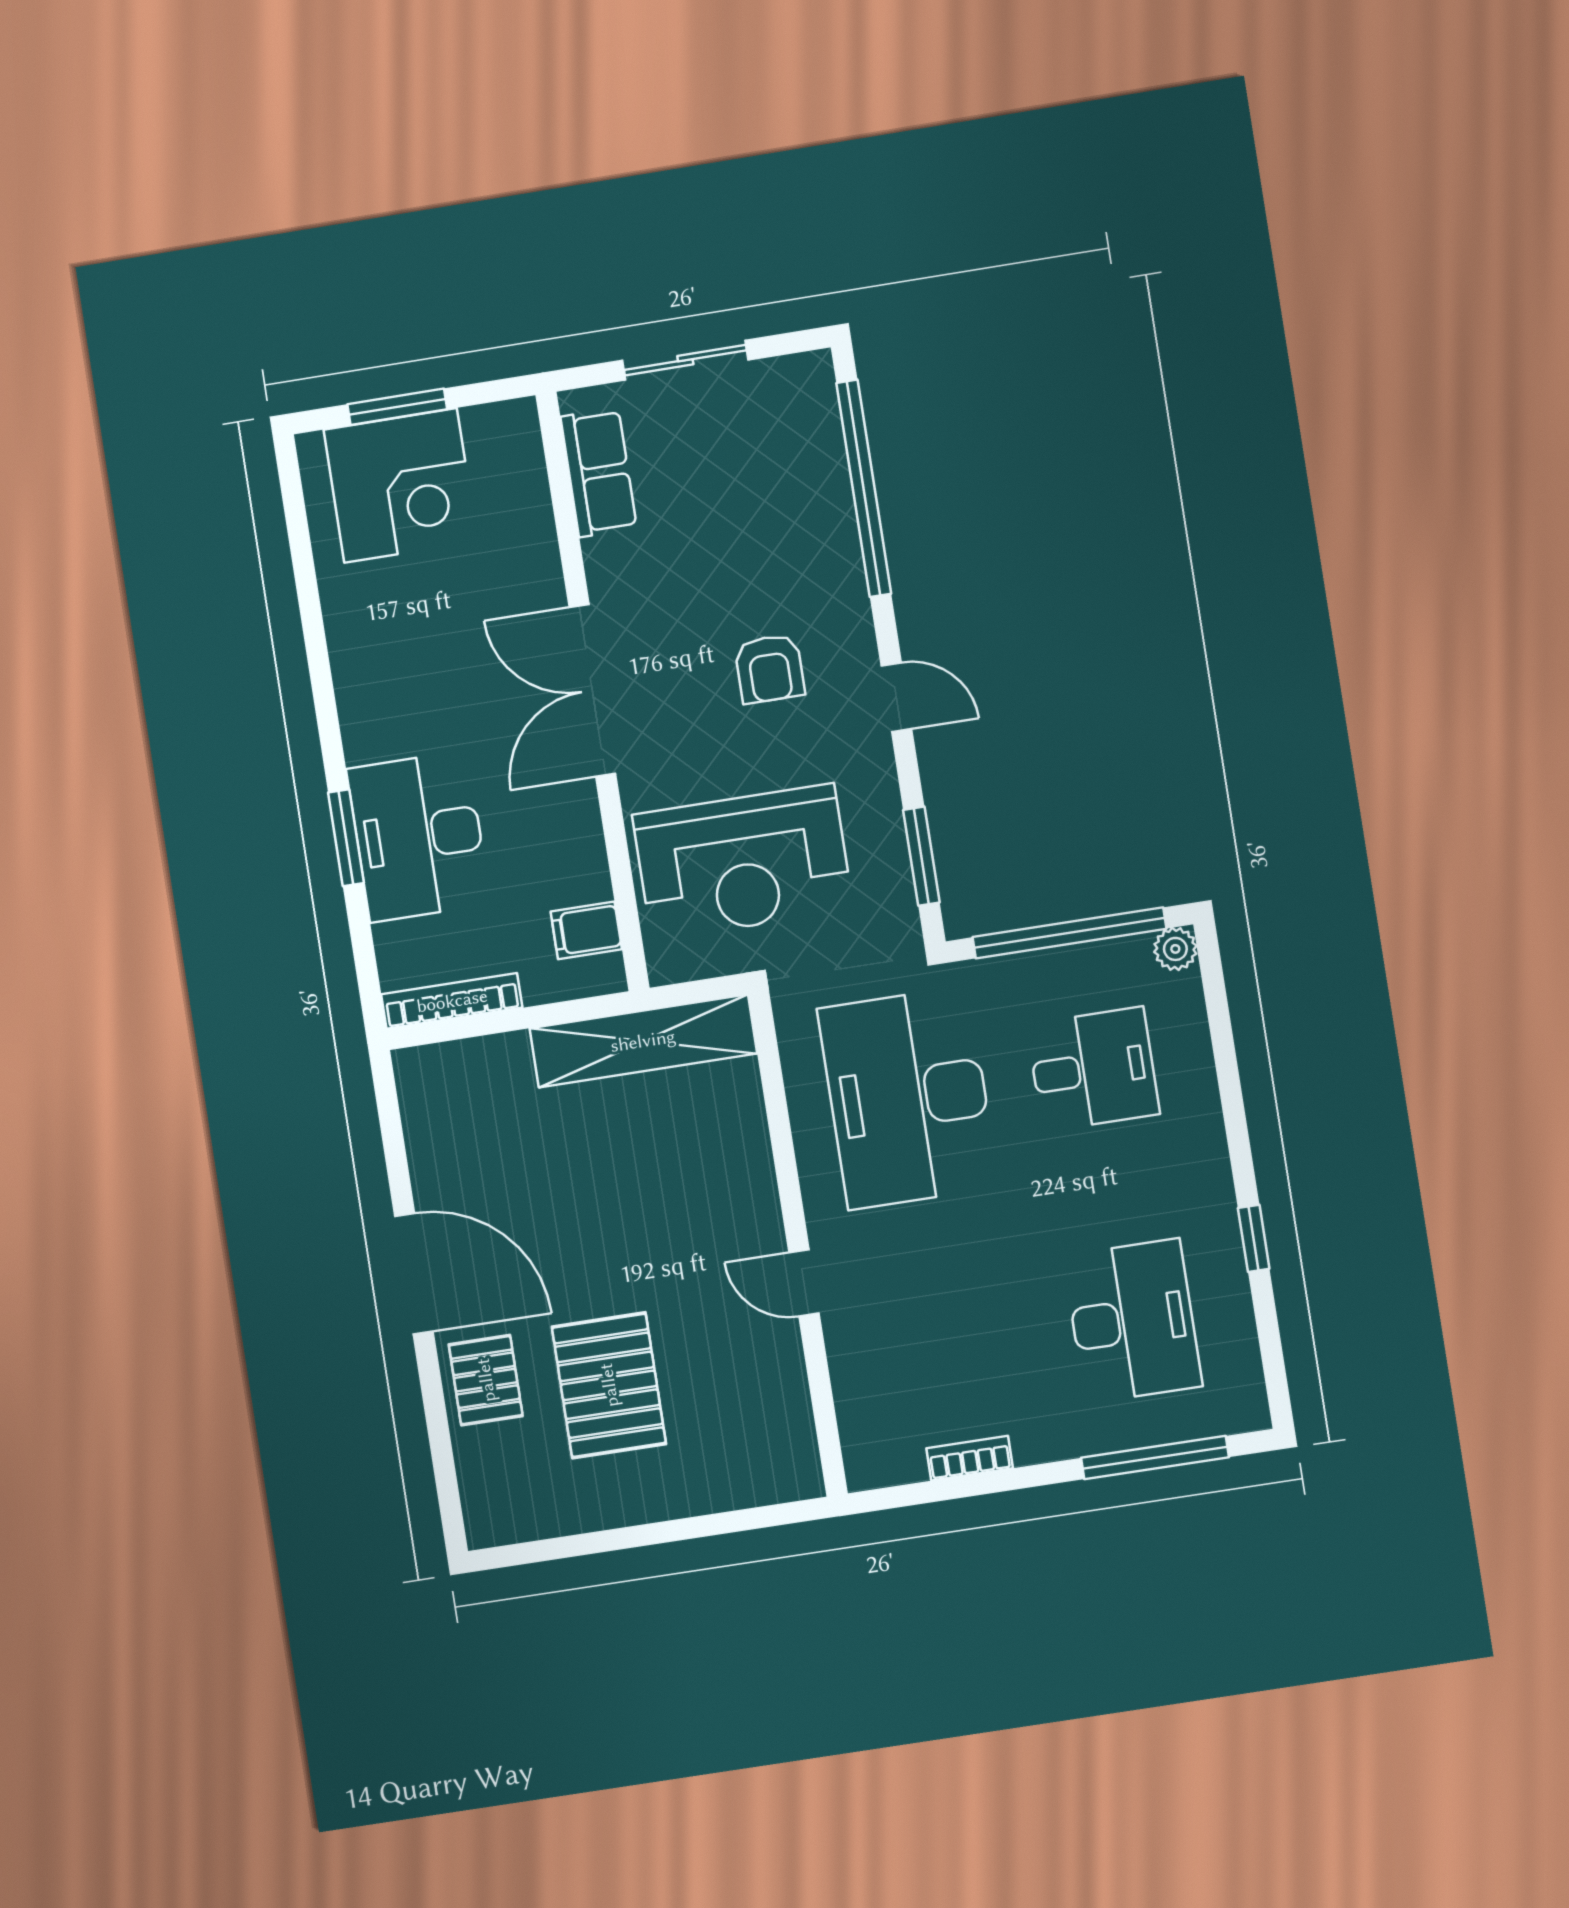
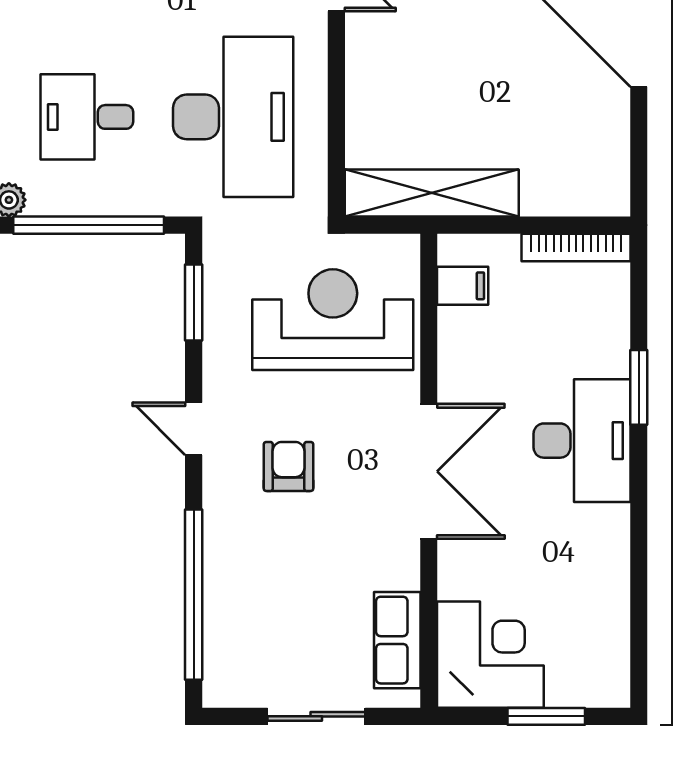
corner desk: (400, 486) -> (490, 655), moved, turned 90
desk: (418, 836) -> (582, 441), moved

